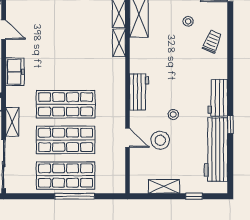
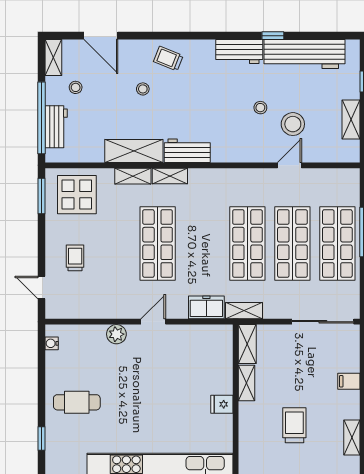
shop shelf: (66, 33) -> (158, 243), added
workbench: (139, 92) -> (187, 151), moved
shelving: (12, 122) -> (244, 311), moved

